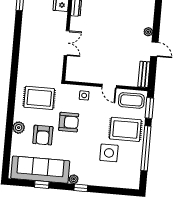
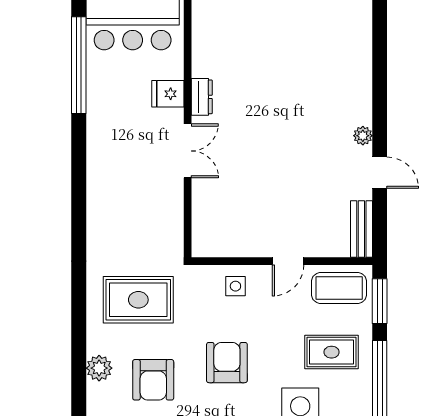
double door: (67, 43) -> (188, 151), moved
door: (109, 86) -> (288, 261), hinge flipped
armchair: (69, 122) -> (227, 363), moved, turned -90
rug: (125, 129) -> (332, 352), width x0.73, depth x0.70

